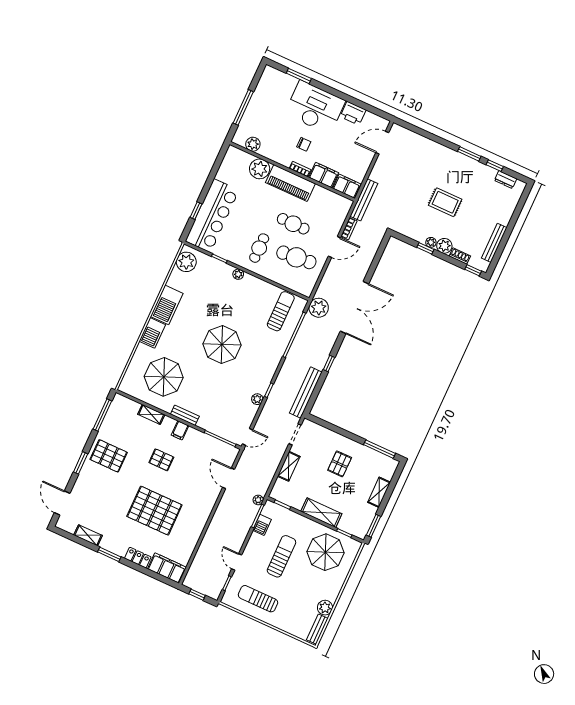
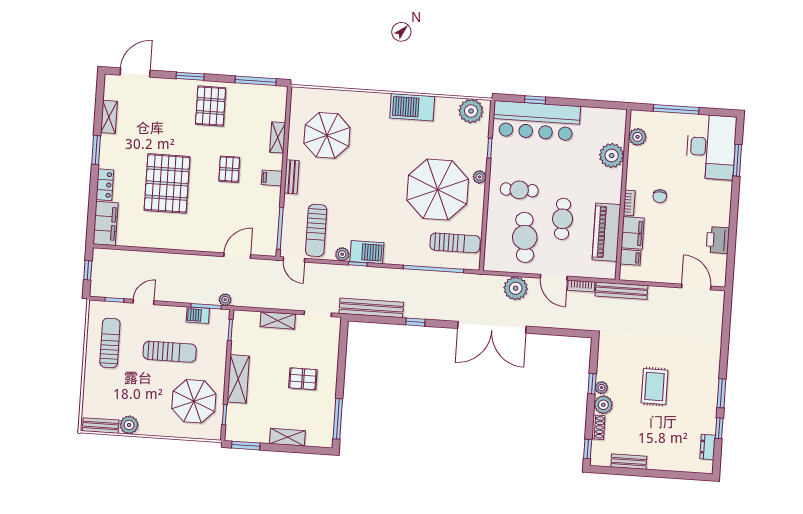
desk: (315, 107) -> (711, 147), moved
piano: (290, 183) -> (606, 232), moved
filing cabinet: (347, 186) -> (630, 257), width x0.50
bench: (494, 243) -> (629, 462), width x0.73
plant: (319, 308) -> (516, 288), moved
barbecue: (152, 333) -> (367, 252), moved, turned 180
parasol: (222, 345) -> (438, 190), moved, width x1.36, depth x1.36
sun lounger: (232, 412) -> (316, 230), added

